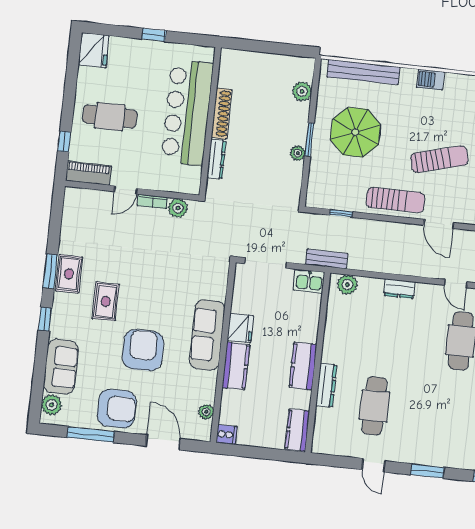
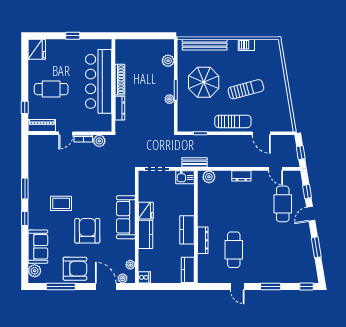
sun lounger: (439, 159) -> (246, 89), moved
rug: (69, 274) -> (37, 189), removed
rug: (106, 301) -> (61, 203), turned 90
plant: (191, 432) -> (123, 278), added

